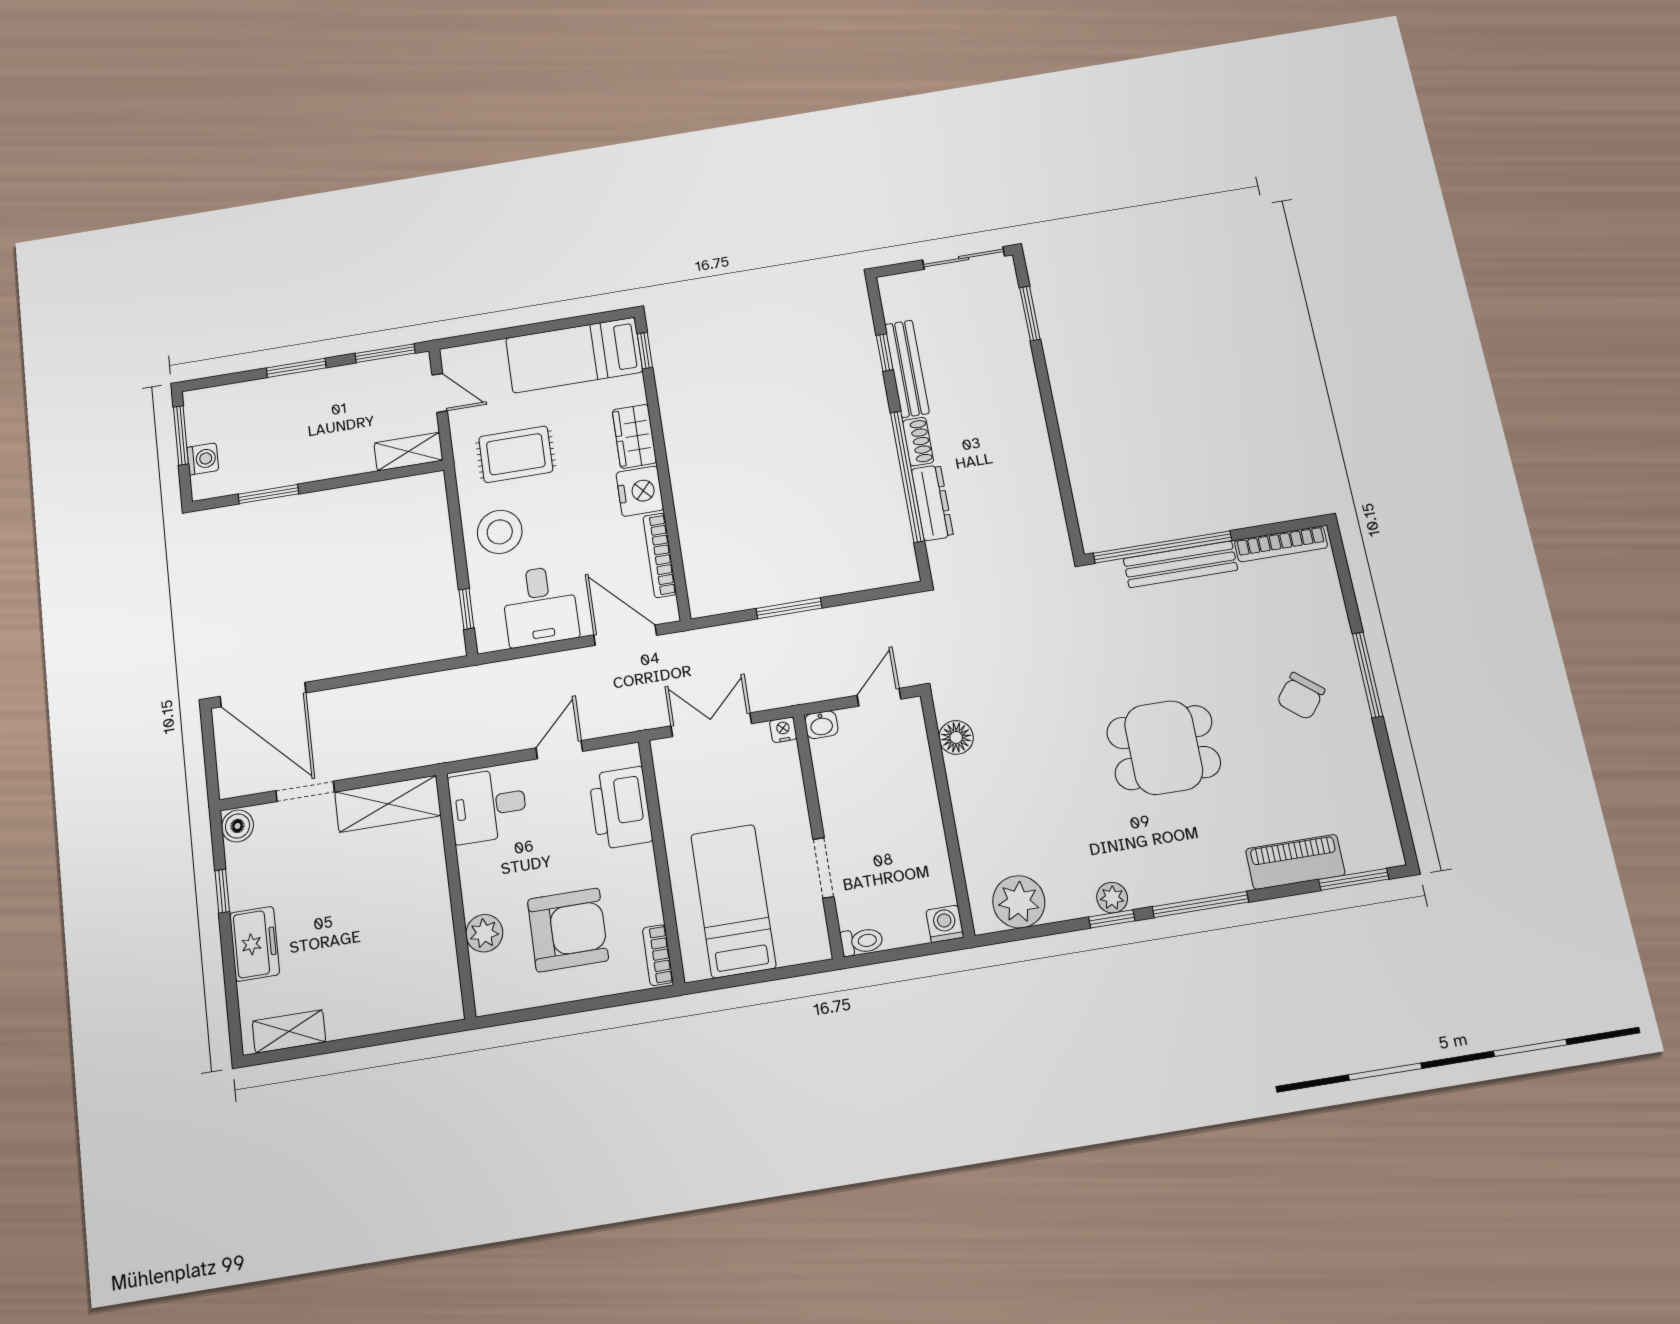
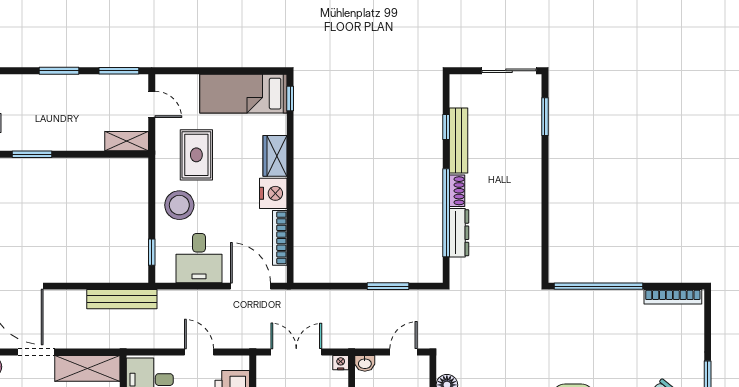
rug: (516, 454) -> (196, 155), turned 90
bench: (1180, 564) -> (122, 299), moved
window: (789, 608) -> (388, 286), moved
door: (559, 750) -> (199, 352), hinge flipped

